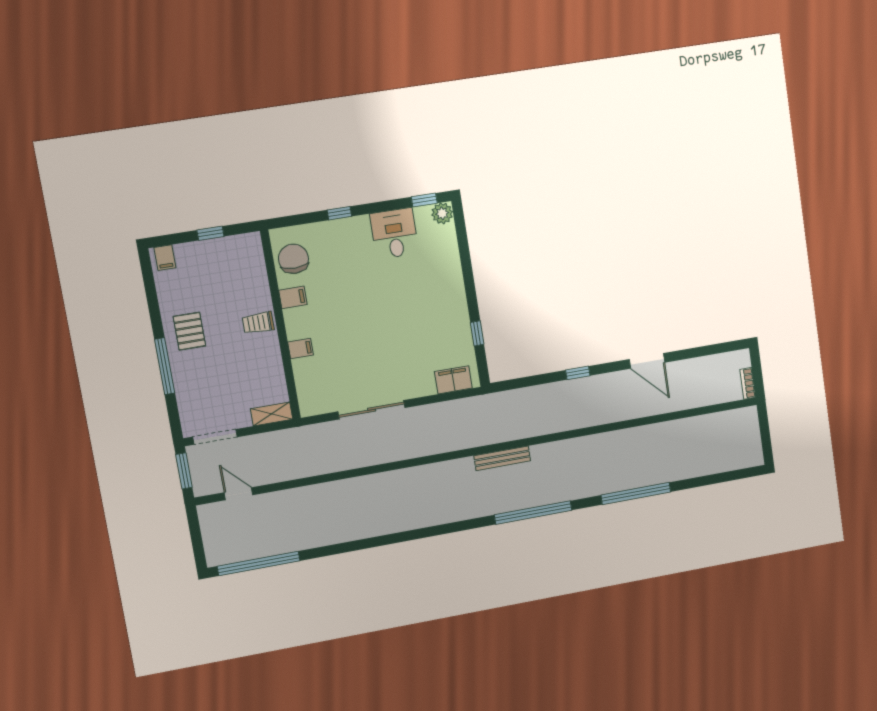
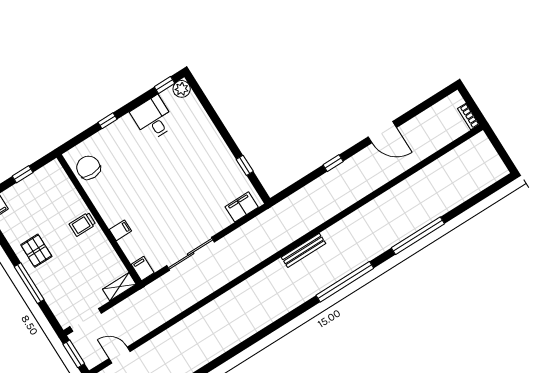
filing cabinet: (293, 297) -> (143, 269), moved, turned -90

